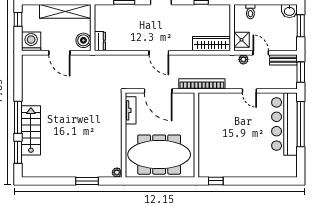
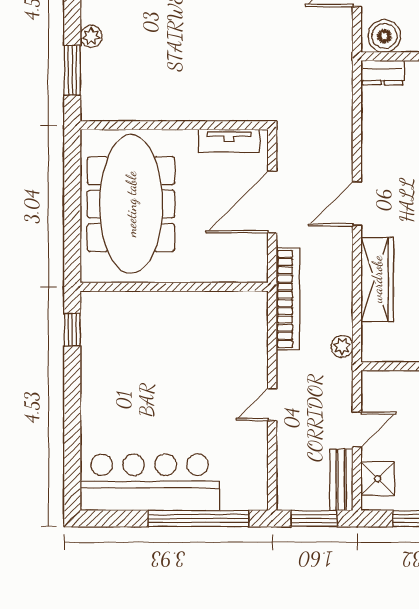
shower: (242, 40) -> (378, 479), moved
wardrobe: (211, 44) -> (377, 279), moved
plant: (243, 59) -> (342, 346), moved
bar counter: (284, 124) -> (150, 482), moved
plant: (117, 172) -> (91, 36), moved
window: (87, 181) -> (72, 70), moved

